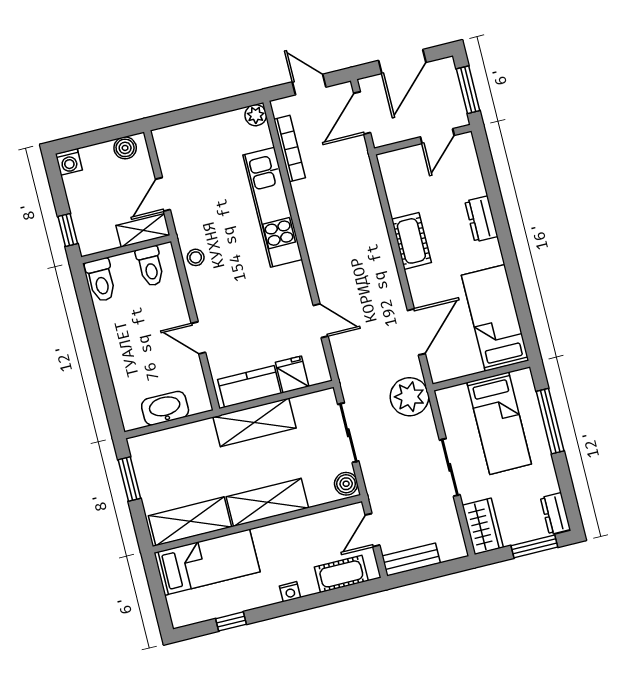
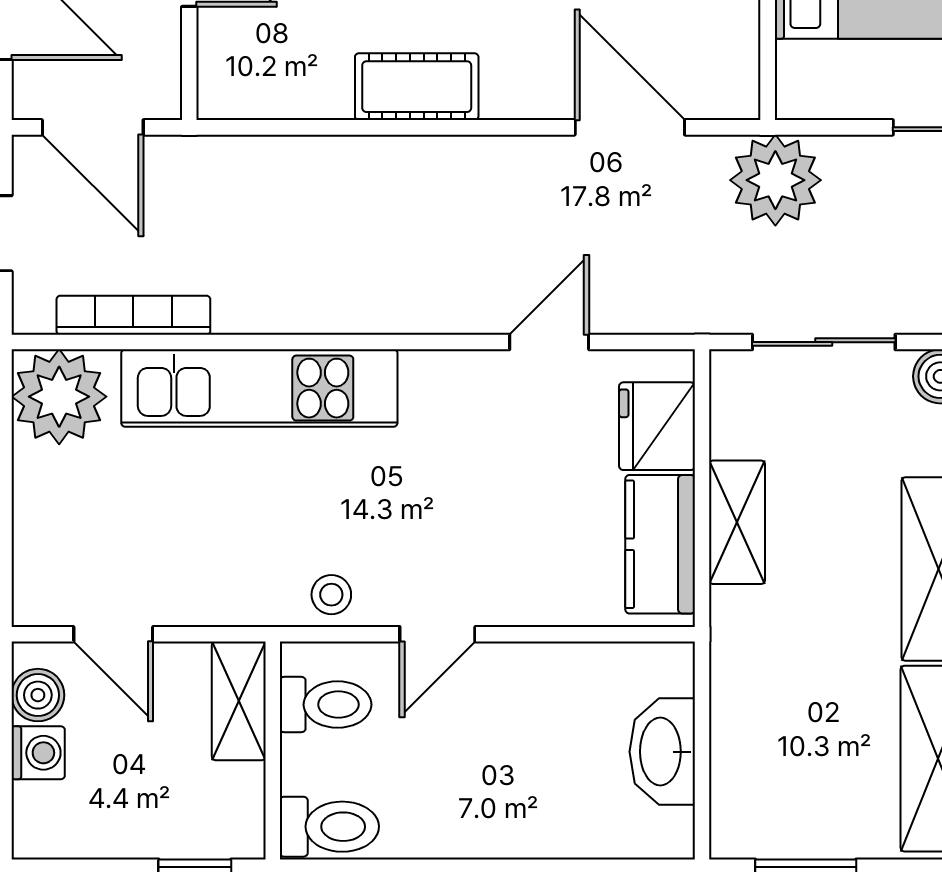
plant: (256, 115) -> (59, 397), width x1.88, depth x1.88
washing machine: (69, 162) -> (38, 753), moved
door: (163, 194) -> (113, 634), moved
door: (198, 338) -> (437, 634), moved
fridge: (292, 374) -> (657, 426), width x1.38
shelving: (254, 422) -> (737, 522), width x0.67, depth x0.75

